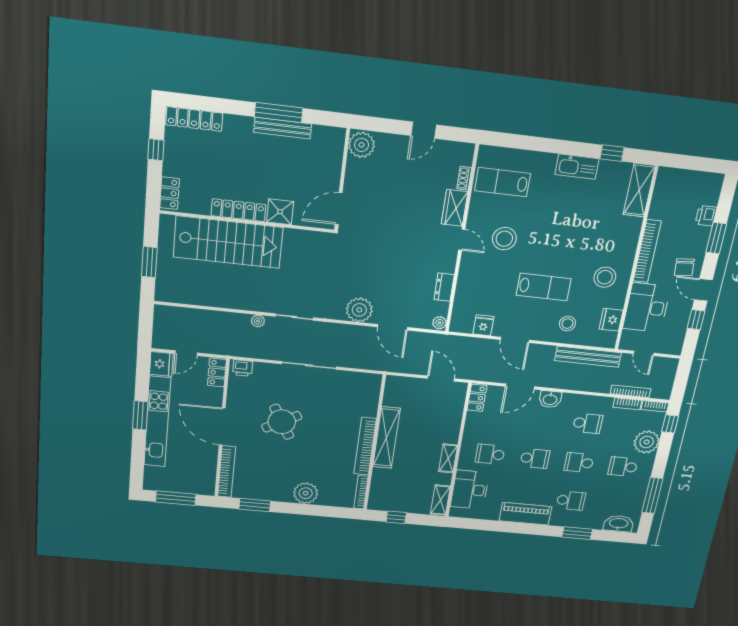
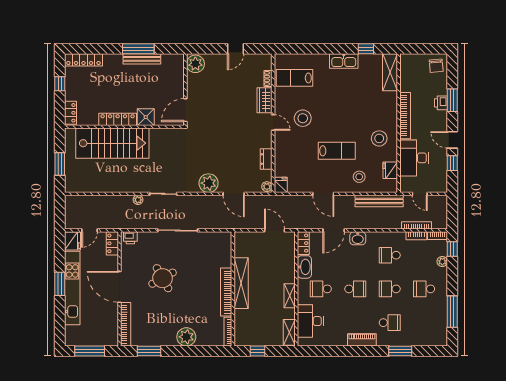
printer: (706, 216) -> (441, 103), moved
chair: (684, 267) -> (436, 66), moved
fridge: (483, 325) -> (281, 185), moved
school desk: (588, 423) -> (390, 255), turned 180
plant: (647, 442) -> (442, 261), width x0.53, depth x0.53
piano: (525, 514) -> (362, 340), width x0.73, depth x0.75
washbasin: (619, 524) -> (304, 267), moved, turned 90

